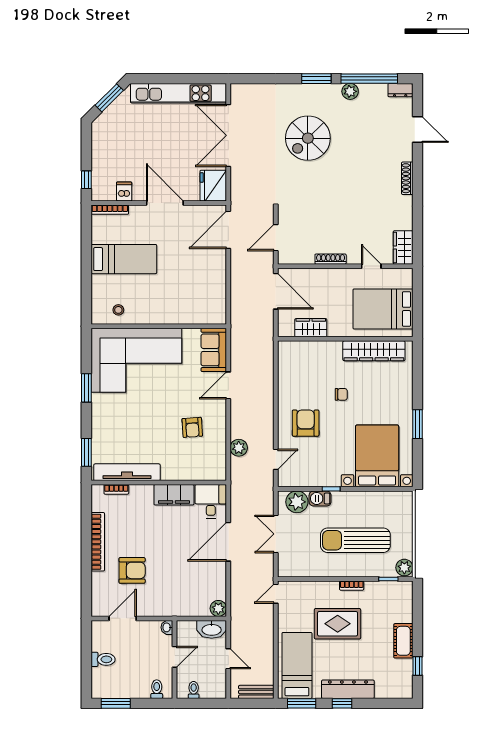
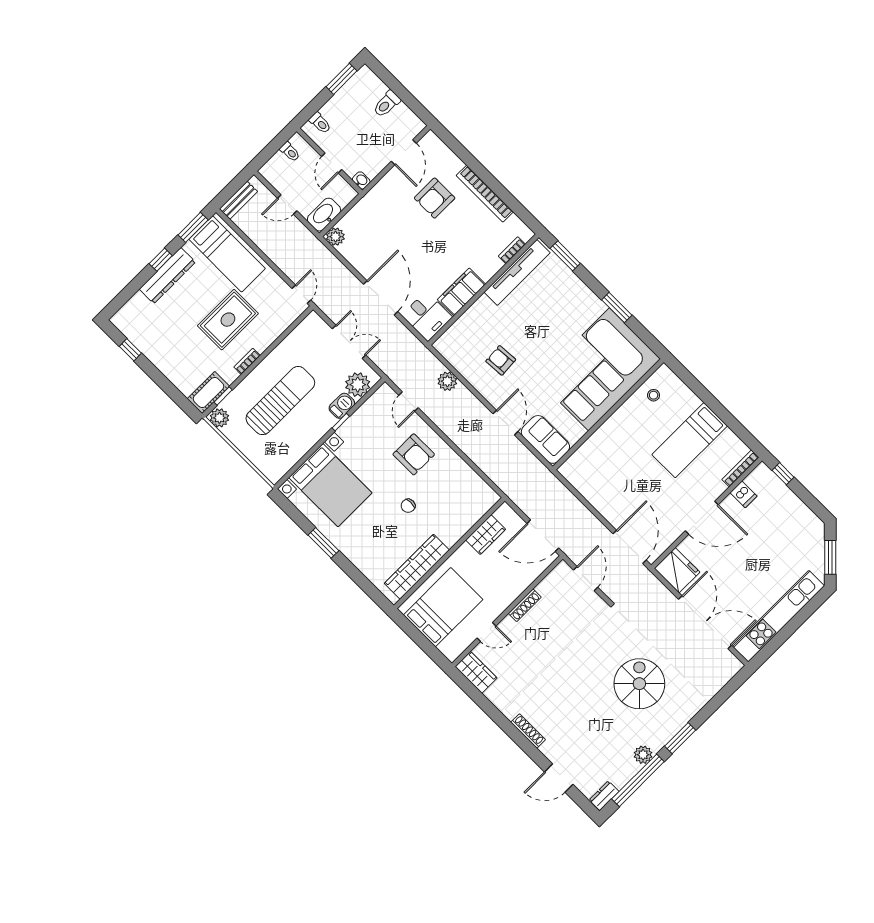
cot: (403, 641) -> (208, 393), moved, turned 90

